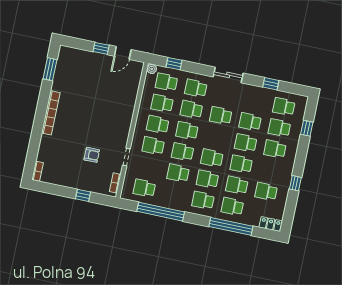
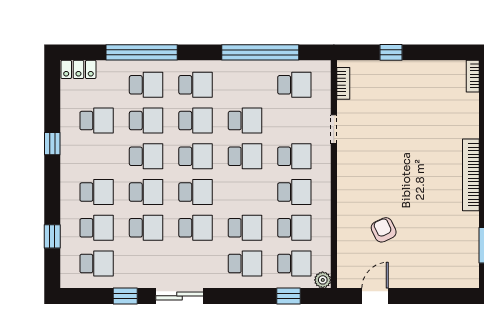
window: (101, 48) -> (411, 296), removed
sliding door: (228, 75) -> (180, 296), moved
school desk: (187, 131) -> (196, 192), moved
armchair: (92, 155) -> (384, 230), moved, turned 65

